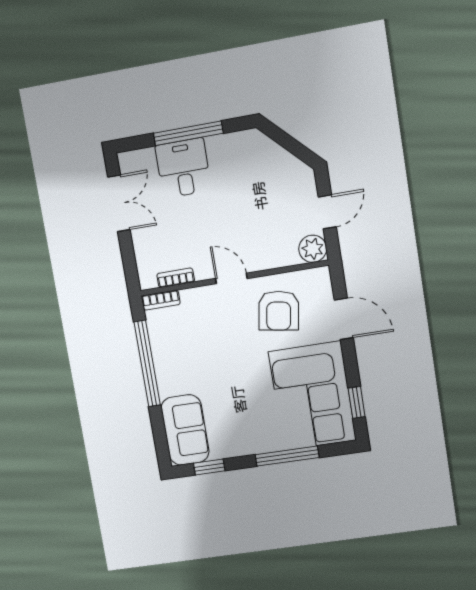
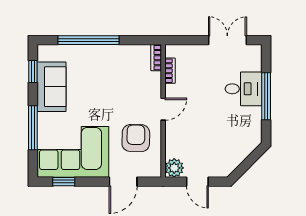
double door: (119, 203) -> (227, 40), swing flipped
armchair: (279, 311) -> (136, 138), turned 82
window: (147, 364) -> (89, 40), moved
sofa: (185, 430) -> (52, 87), moved, turned -90

